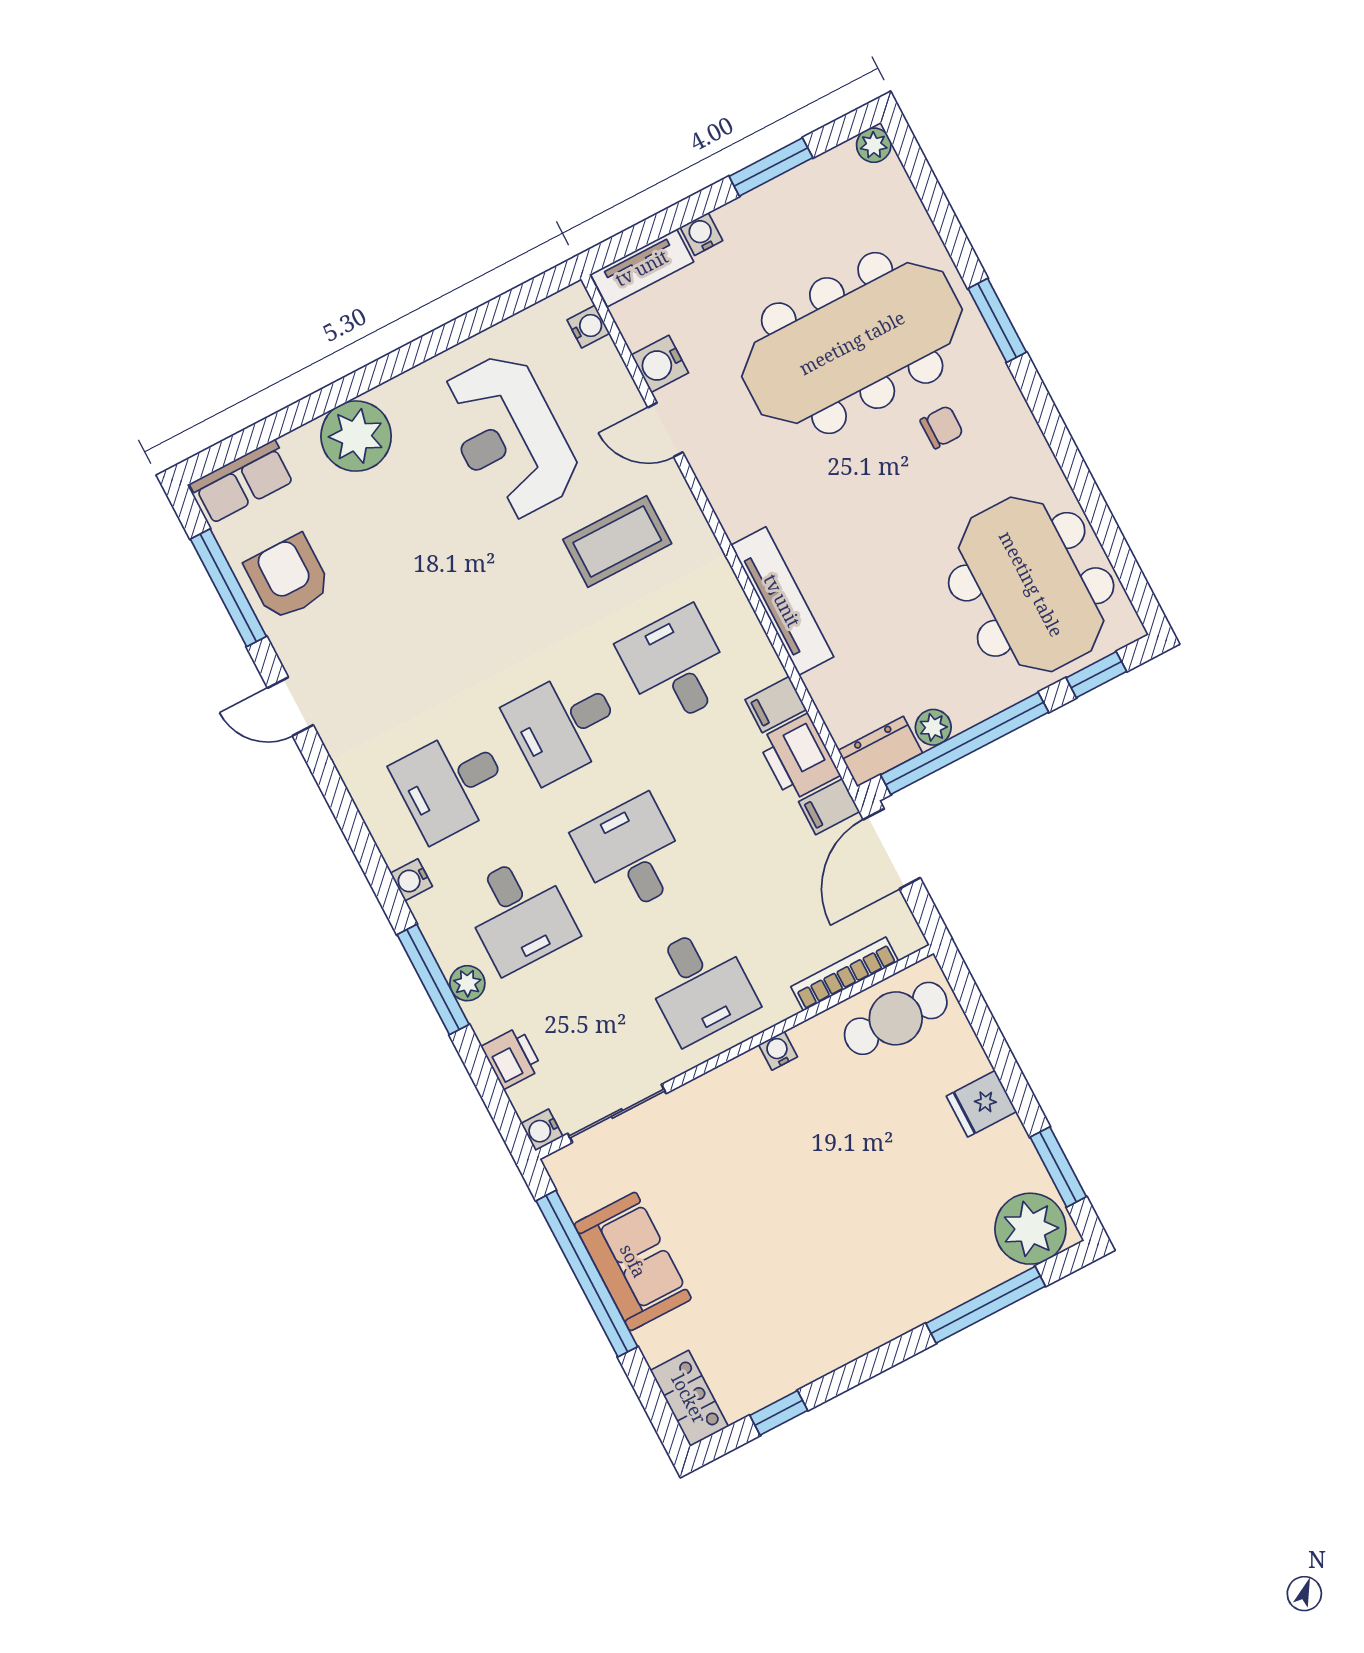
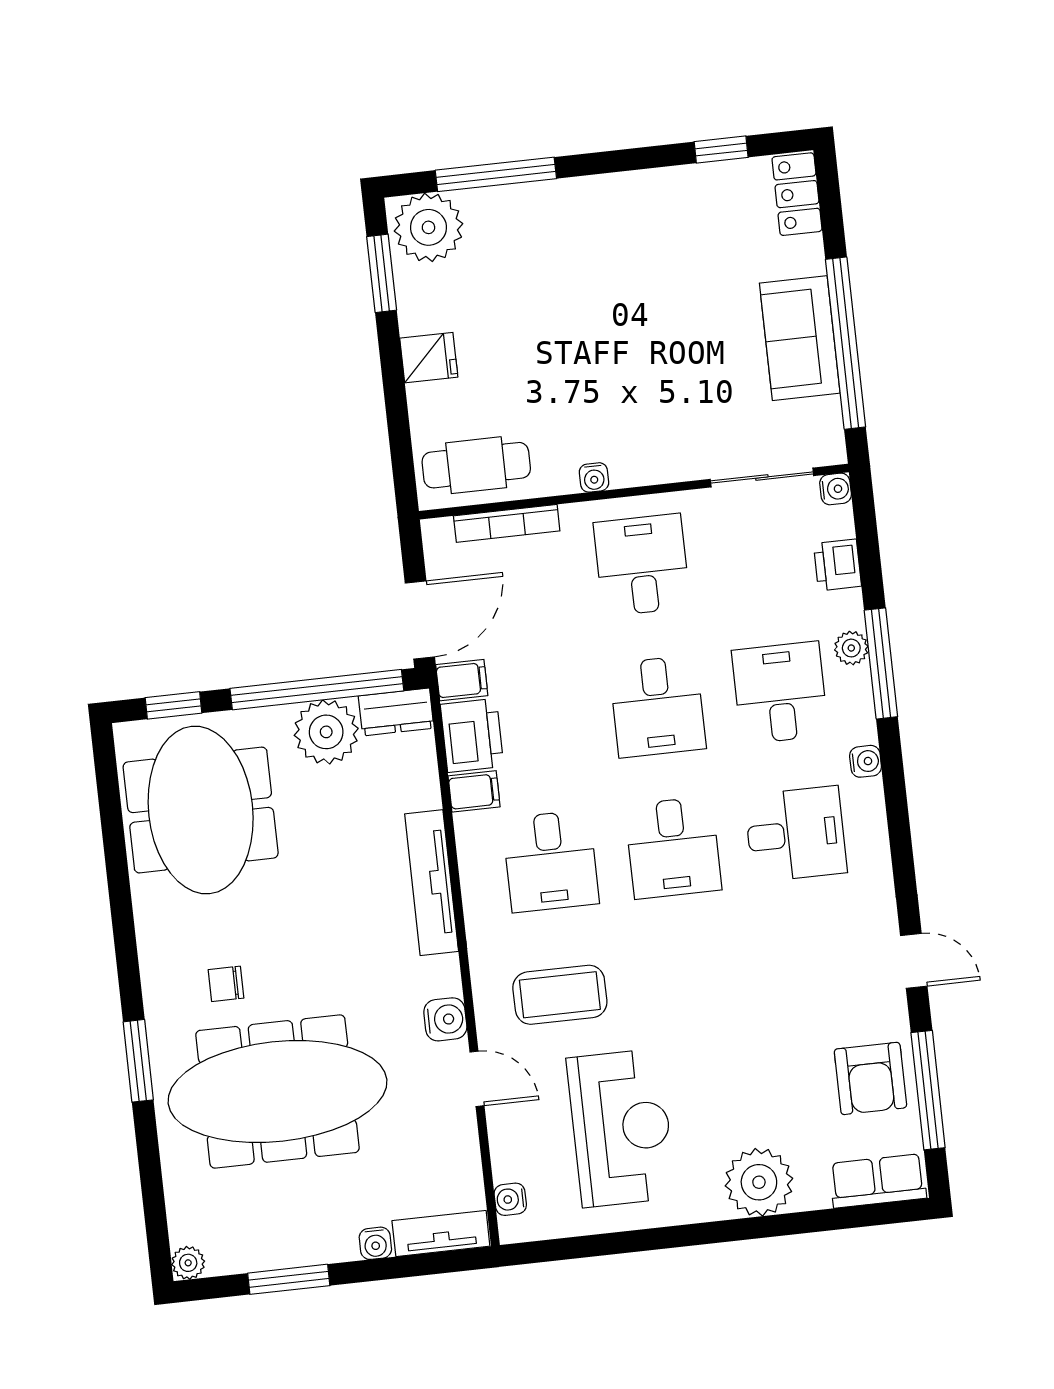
water cooler: (660, 364) -> (445, 1019), moved
desk: (564, 725) -> (673, 848), turned 90
plant: (933, 727) -> (326, 732), width x1.88, depth x1.88

